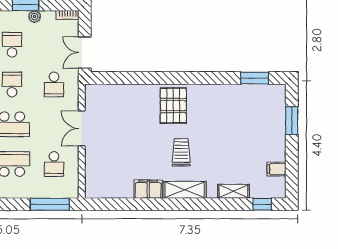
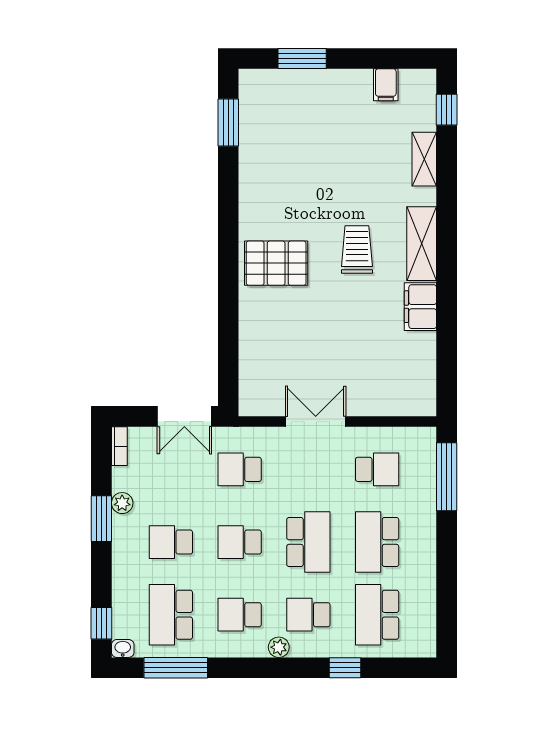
school desk: (54, 84) -> (240, 469), turned 180
double door: (82, 128) -> (316, 421), swing flipped
trolley: (181, 152) -> (357, 249), turned 90

